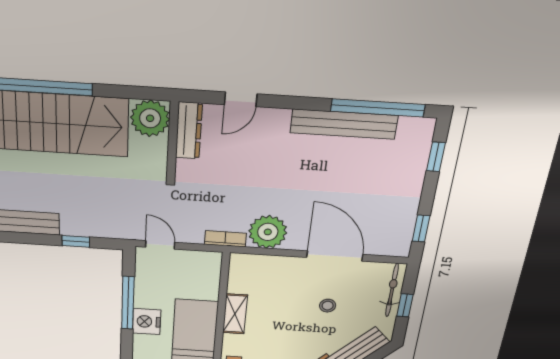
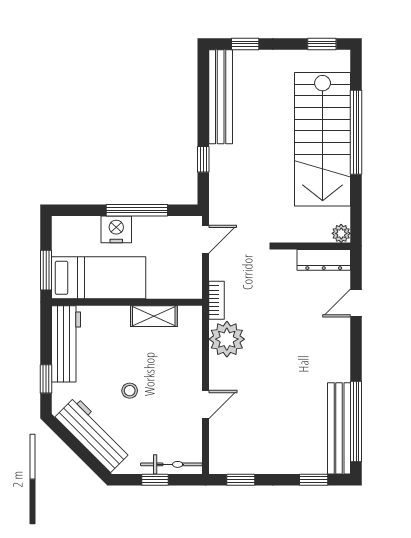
door: (241, 99) -> (356, 303), hinge flipped
plant: (150, 118) -> (341, 233), width x0.53, depth x0.53
bench: (344, 124) -> (339, 428), moved
door: (335, 256) -> (206, 405), width x0.53
stool: (328, 306) -> (130, 391), moved
shelving: (235, 314) -> (154, 316), moved

